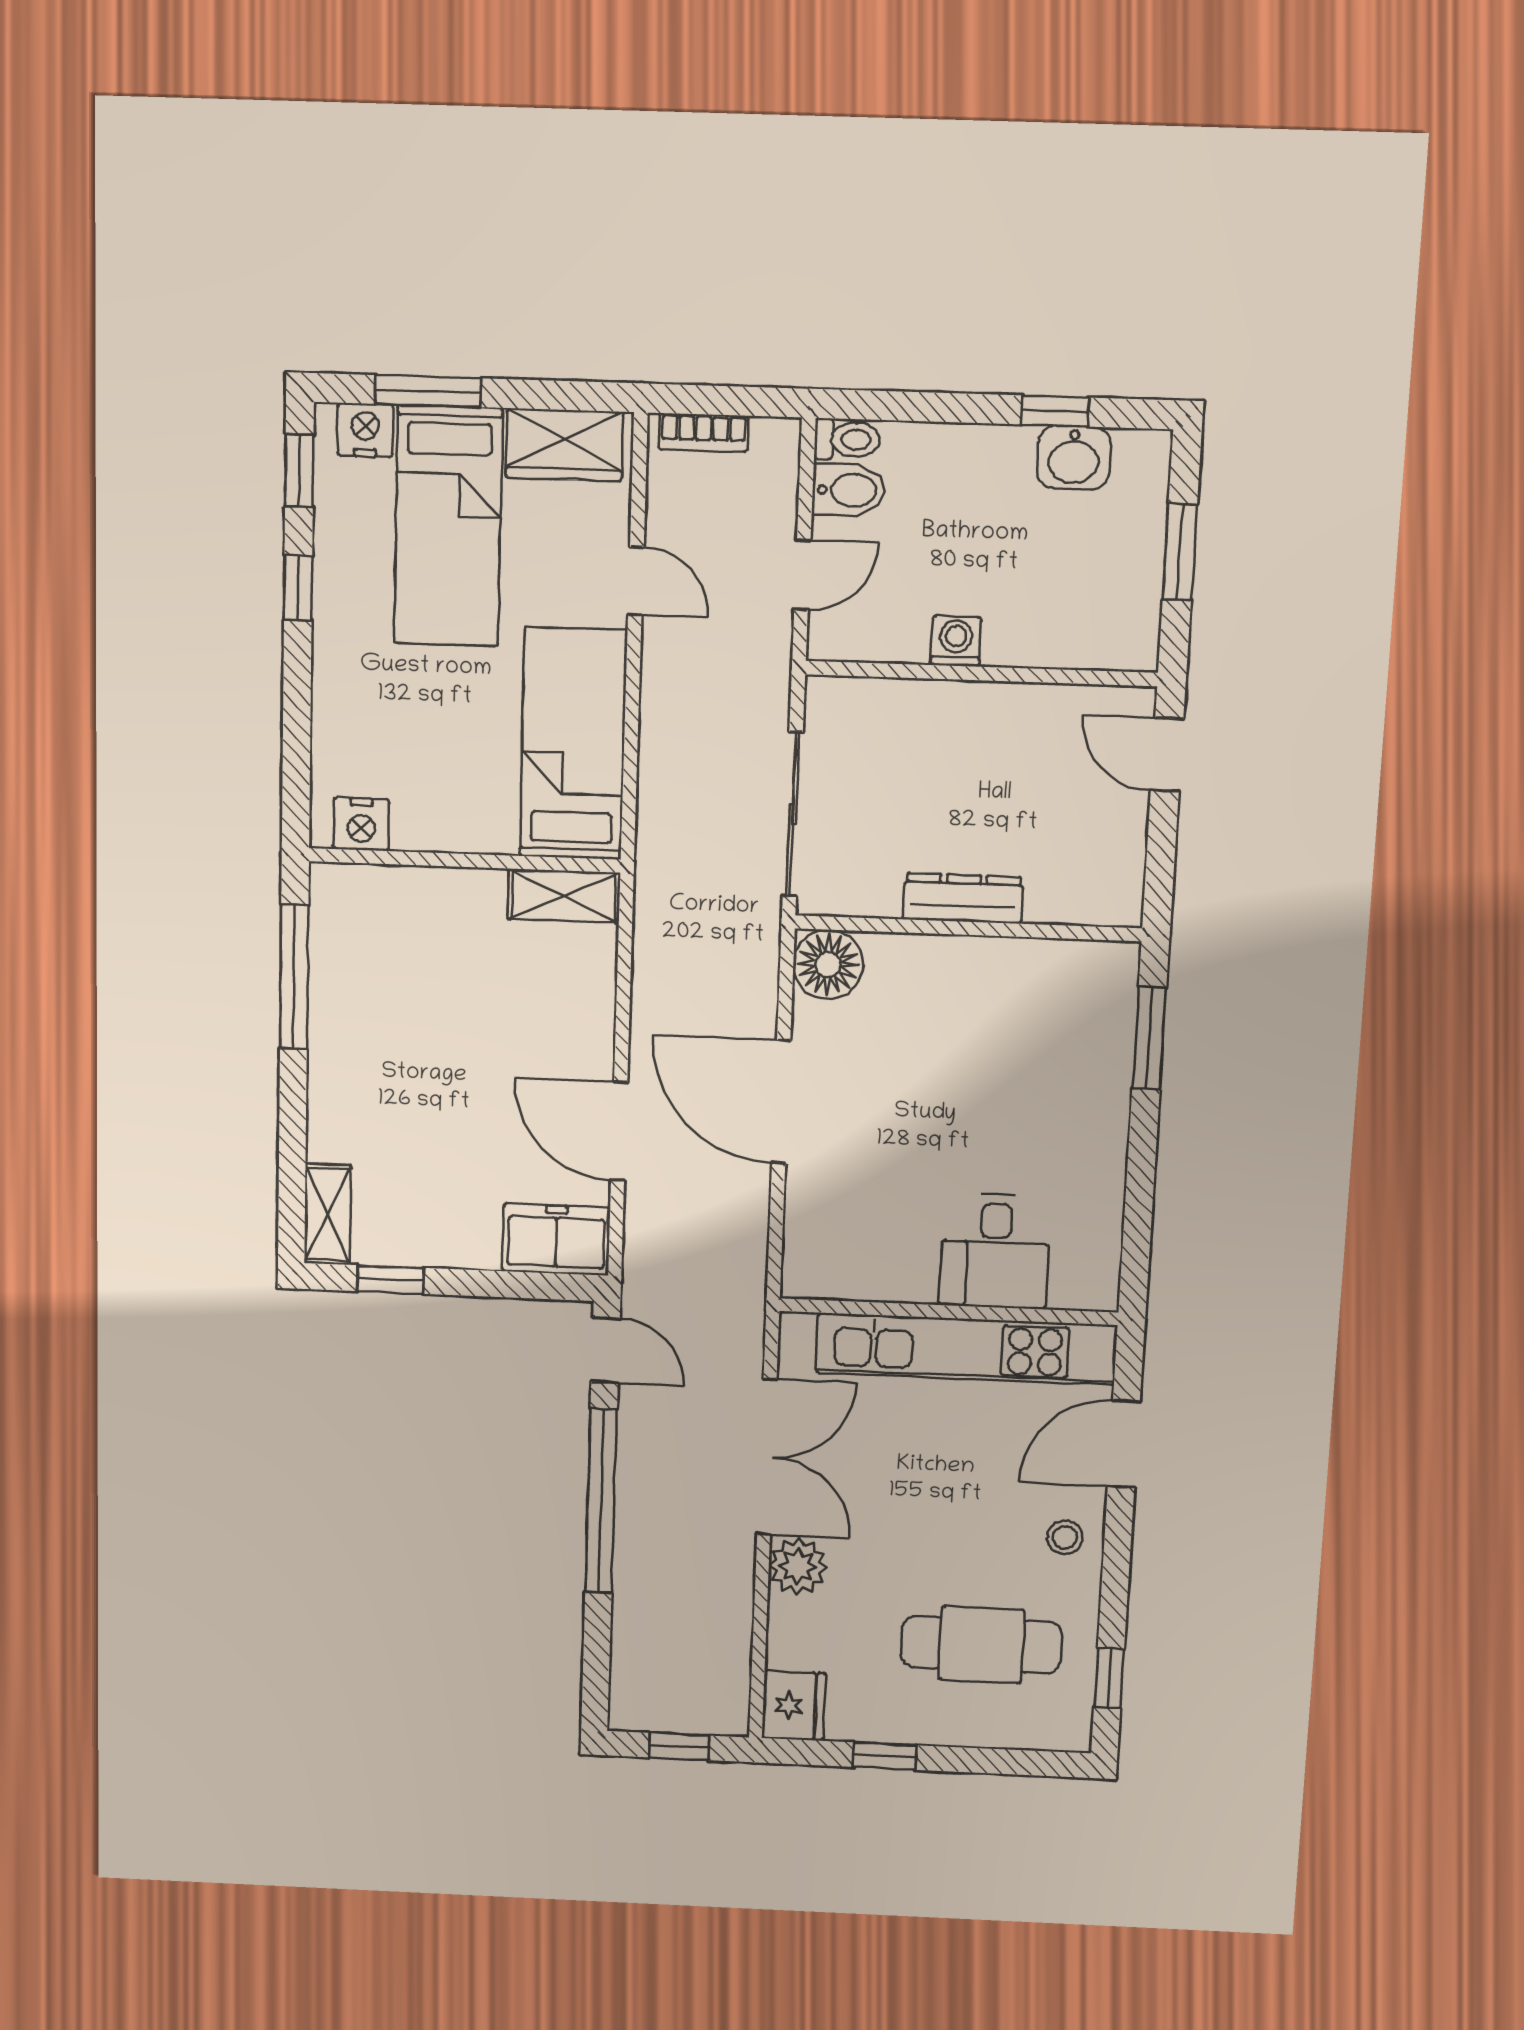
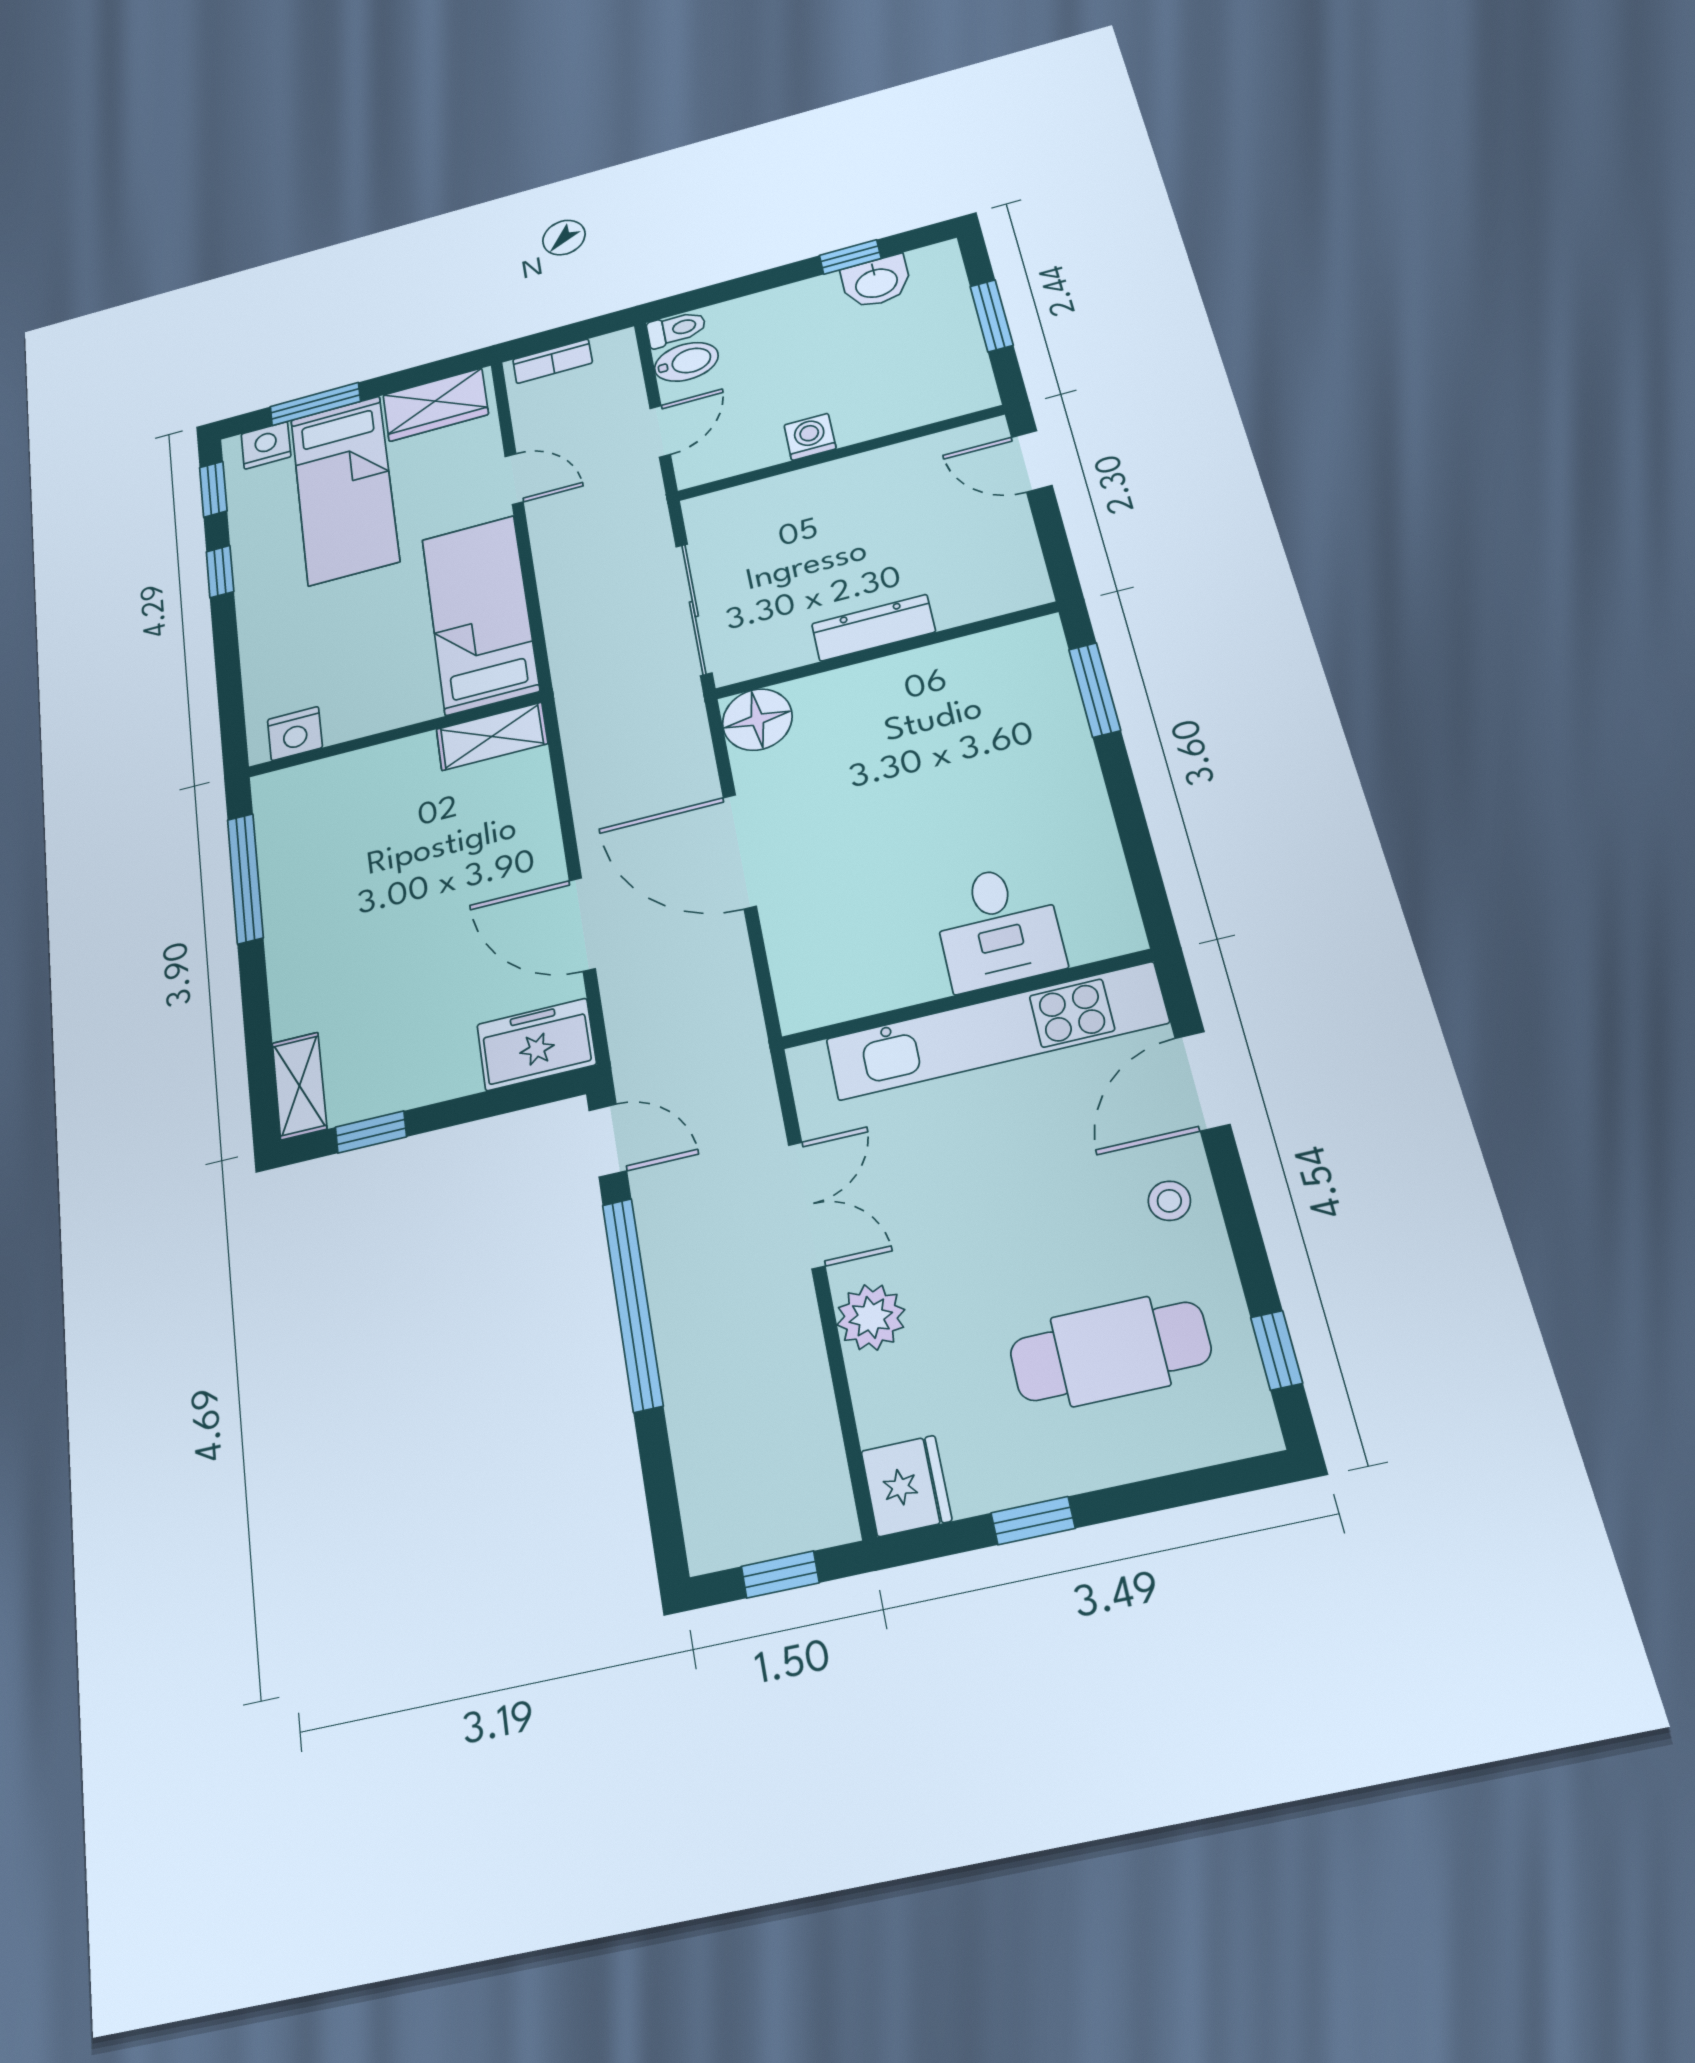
double door: (767, 1457) -> (807, 1205), width x0.73

